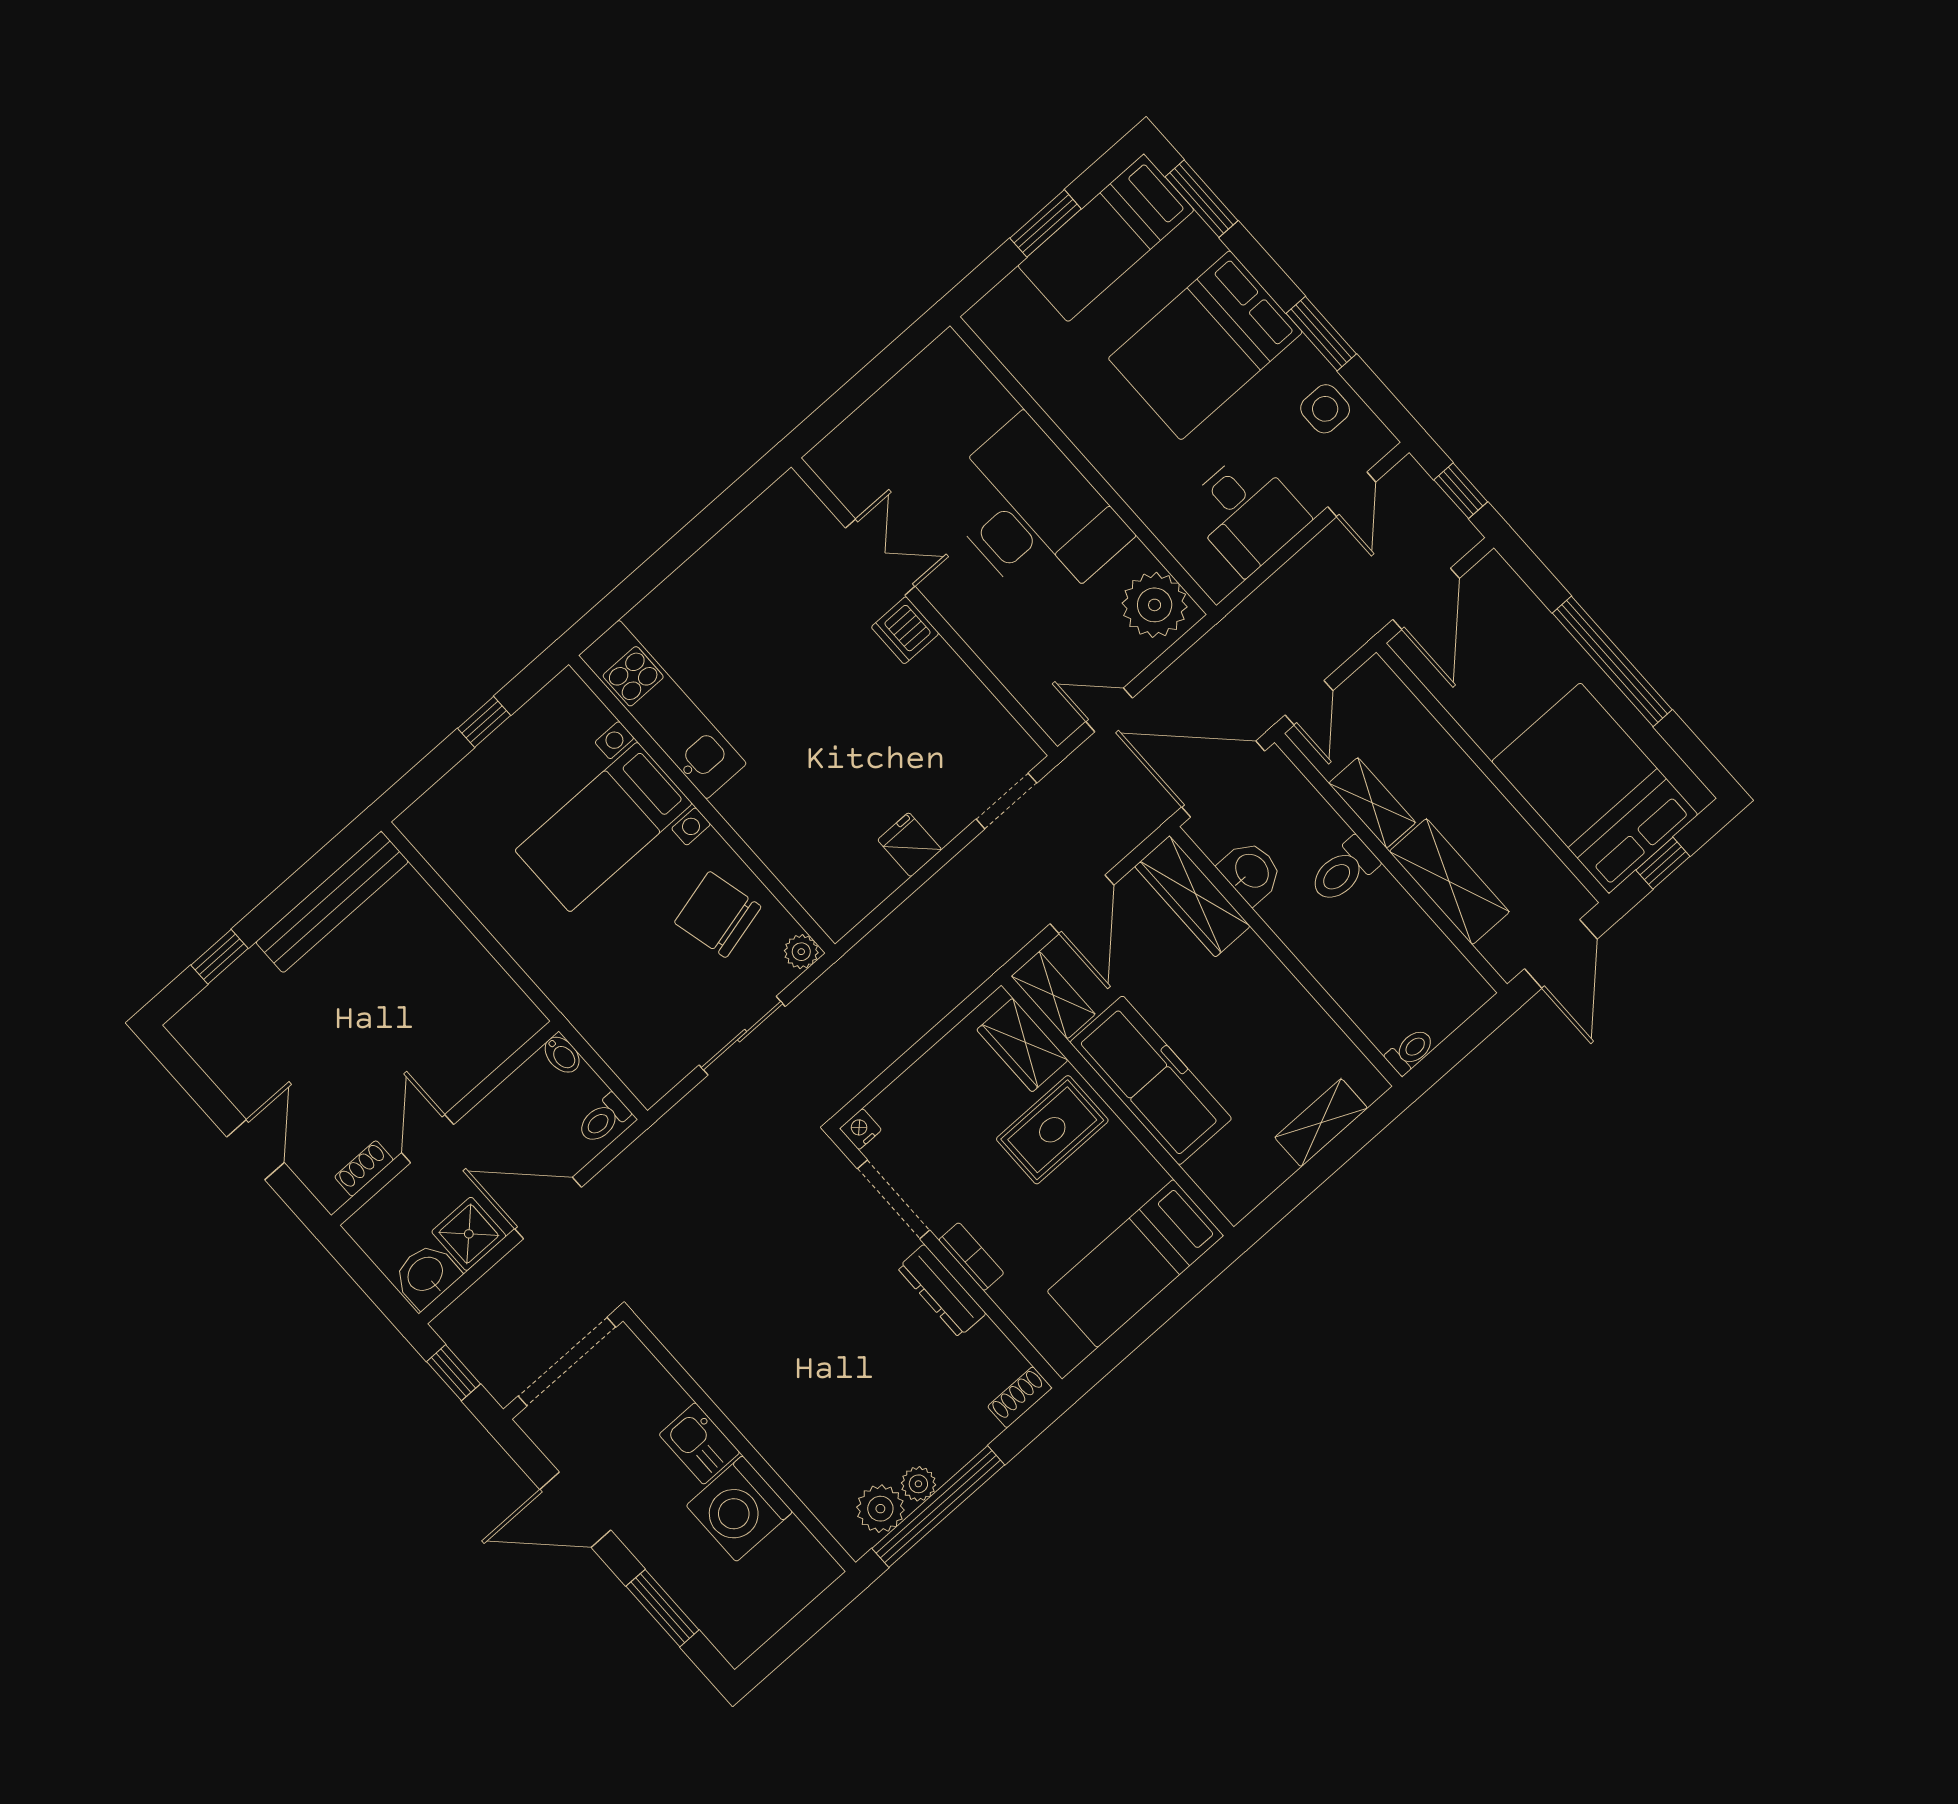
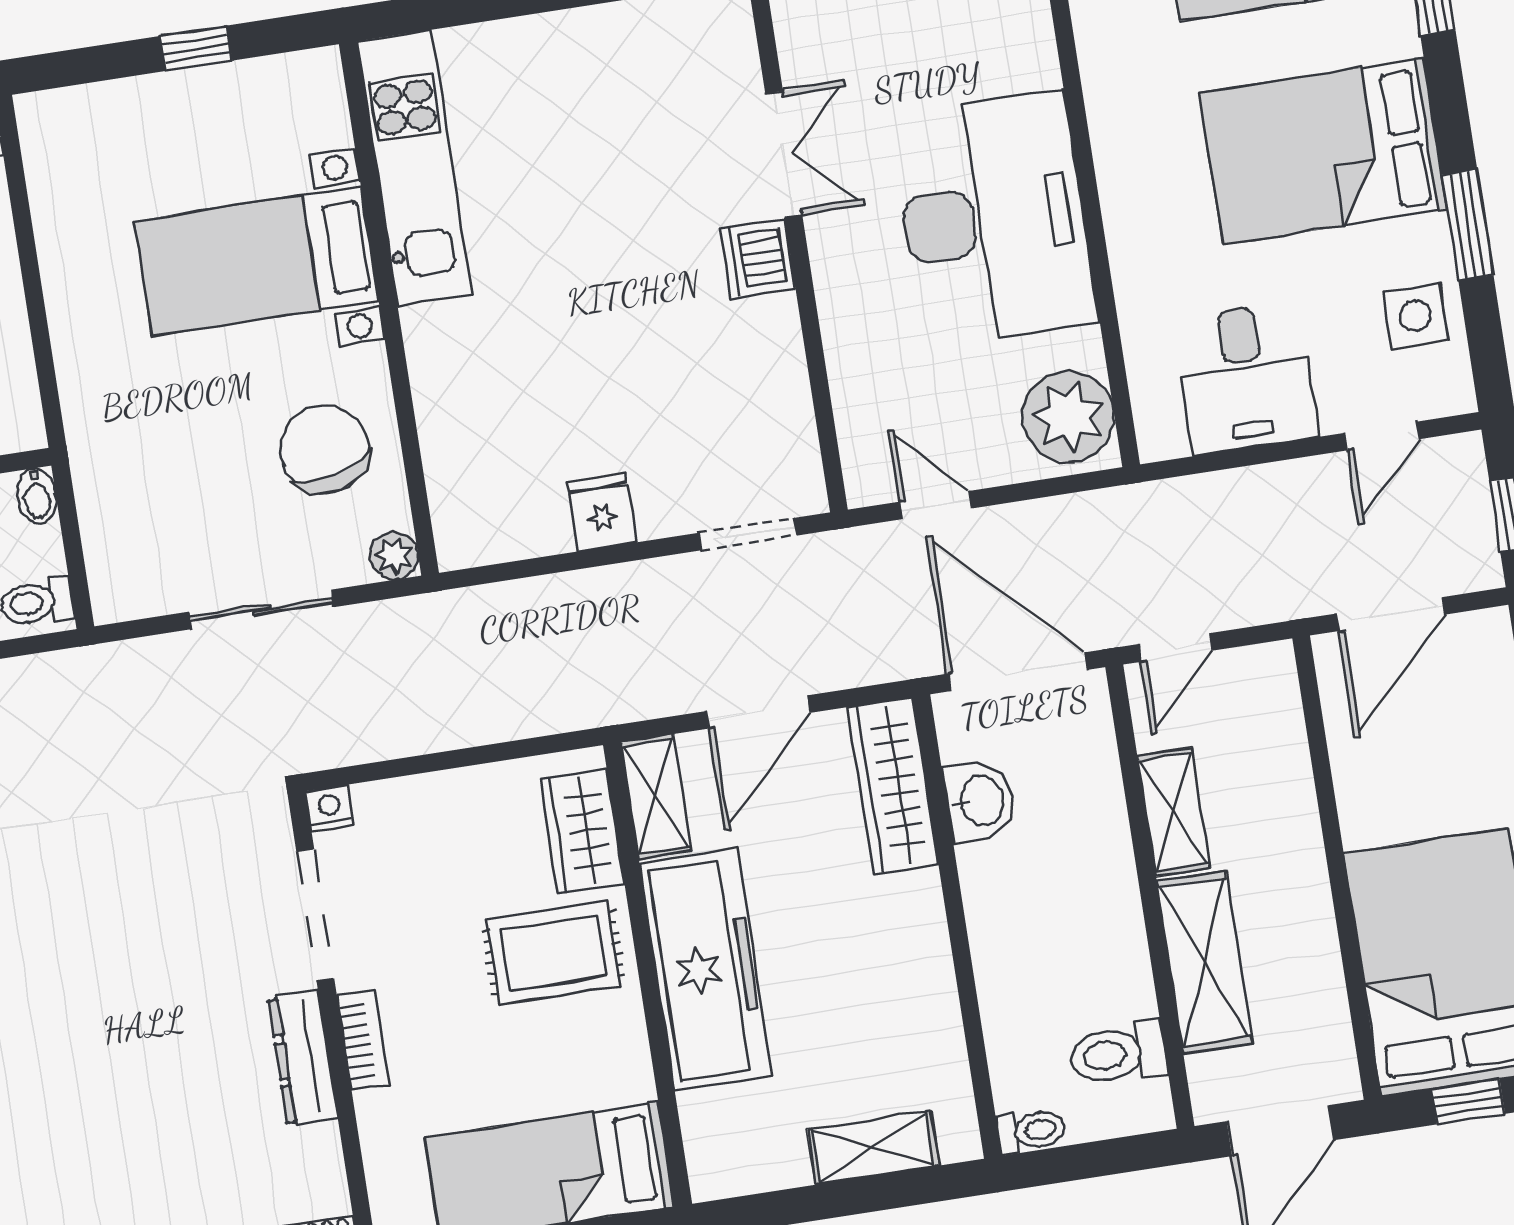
toilet: (1344, 870) -> (1118, 1054), moved

